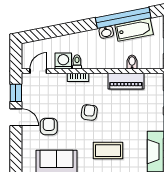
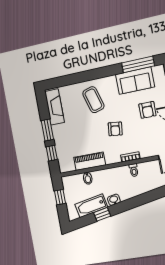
window: (123, 18) -> (102, 214), width x0.32
washing machine: (63, 61) -> (146, 169), removed
coffee table: (108, 151) -> (93, 100), turned 74

